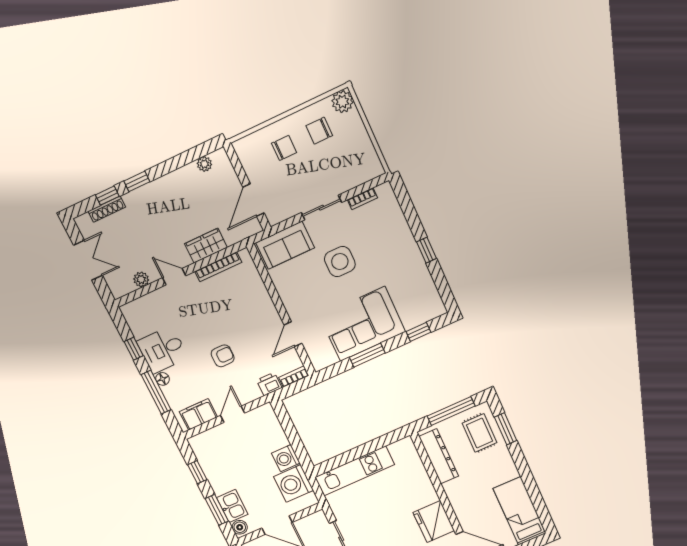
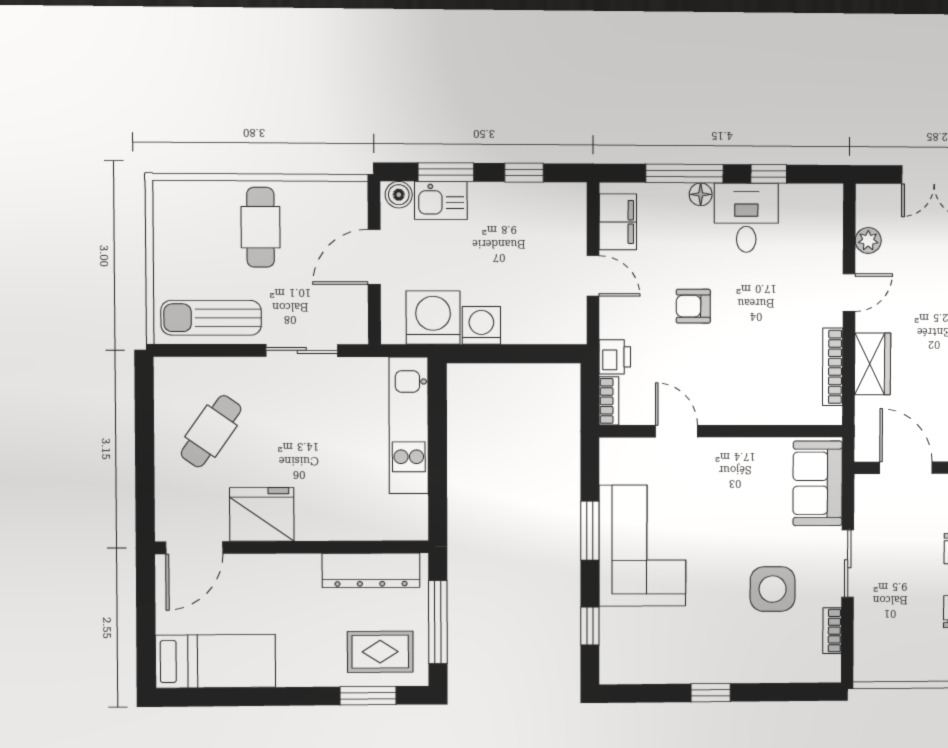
side table: (340, 262) -> (773, 589), moved
armchair: (223, 356) -> (693, 306), turned 90

